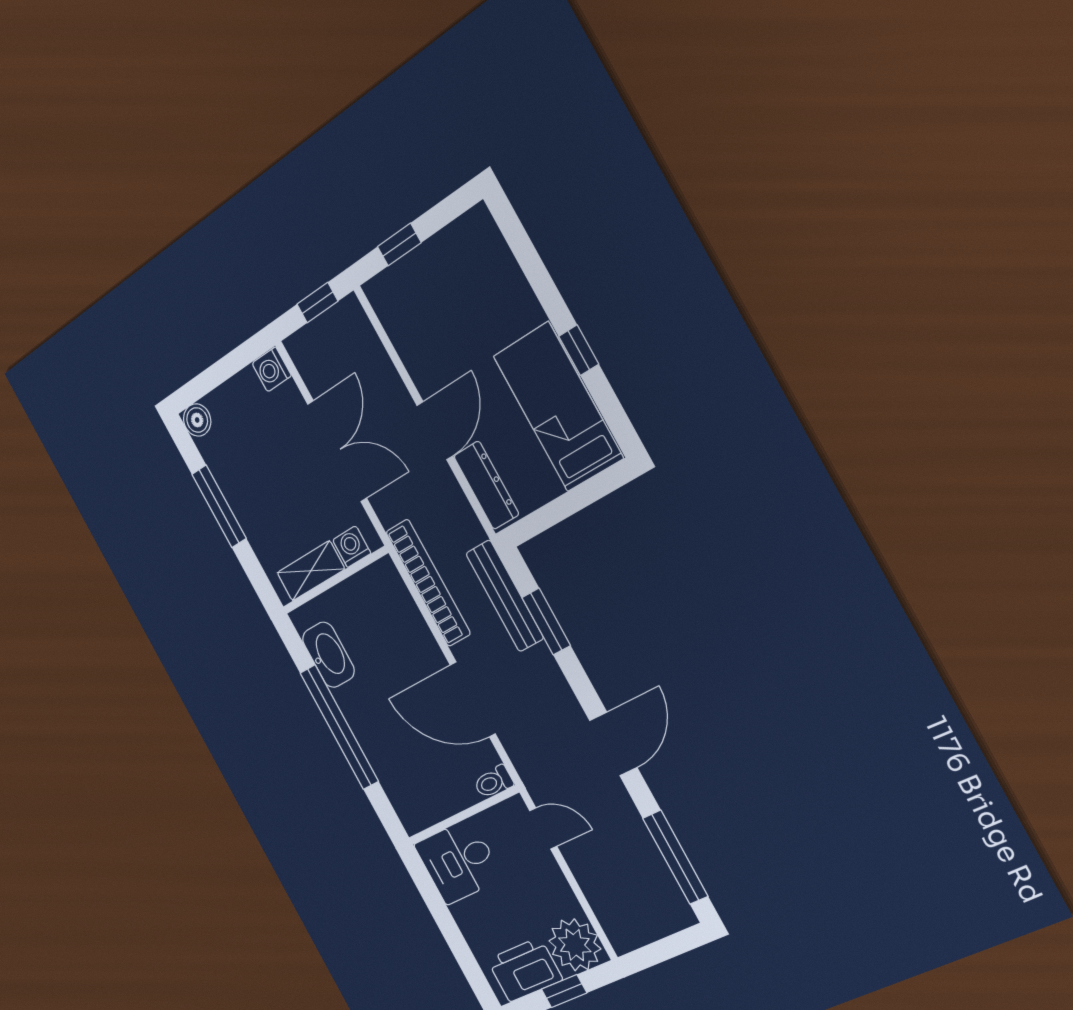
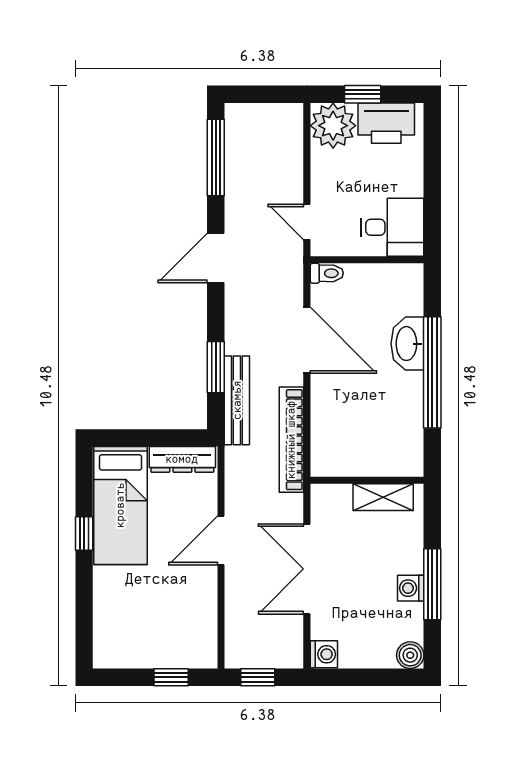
dresser: (486, 485) -> (182, 459), moved, turned -90
washing machine: (352, 547) -> (411, 588), moved, turned 90
washbasin: (328, 655) -> (407, 344), moved

